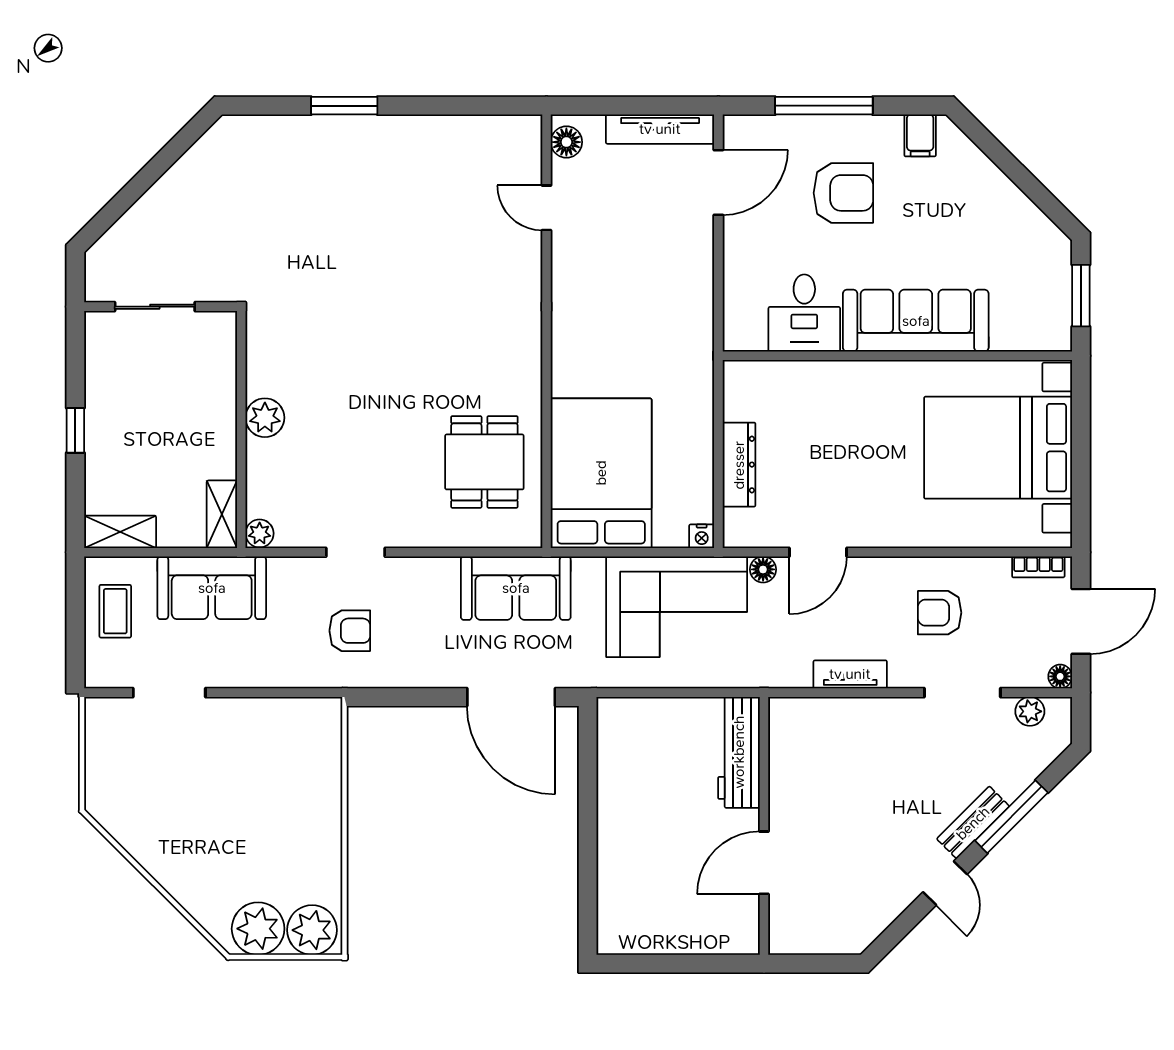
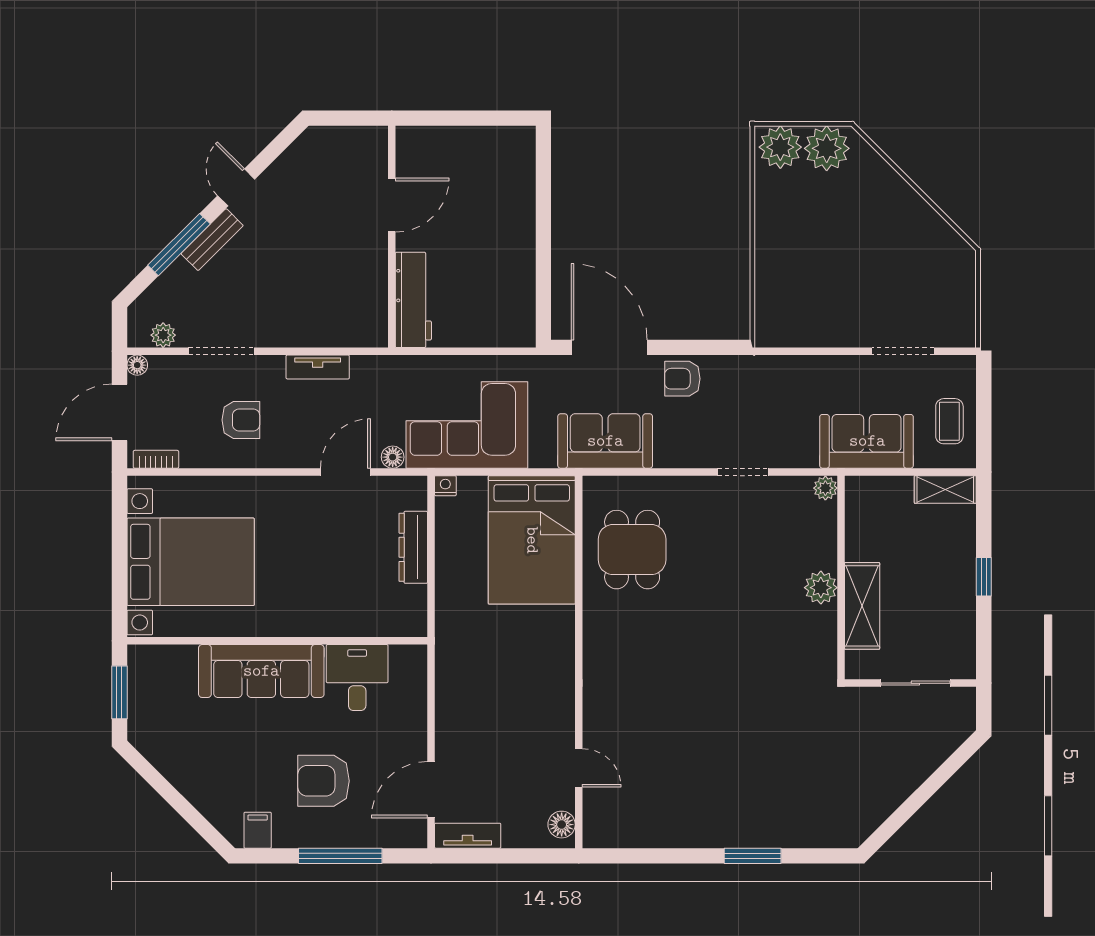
tv unit: (660, 129) -> (468, 836), width x0.71
shelving: (222, 514) -> (862, 606), moved, width x1.50, depth x1.33
armchair: (350, 631) -> (682, 379), moved

